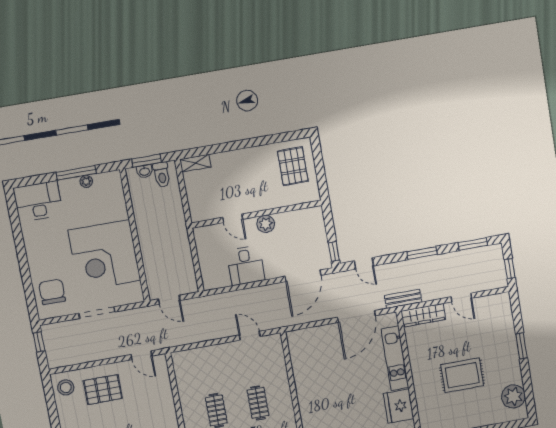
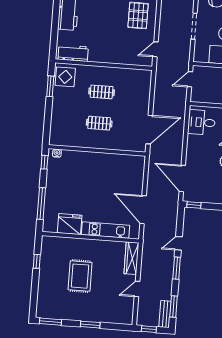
door: (364, 263) -> (178, 243), moved
desk: (246, 265) -> (202, 122), moved
bench: (403, 299) -> (165, 314), moved
door: (250, 336) -> (149, 130), width x1.87
plant: (513, 396) -> (54, 310), removed
window: (529, 398) -> (50, 322), added

